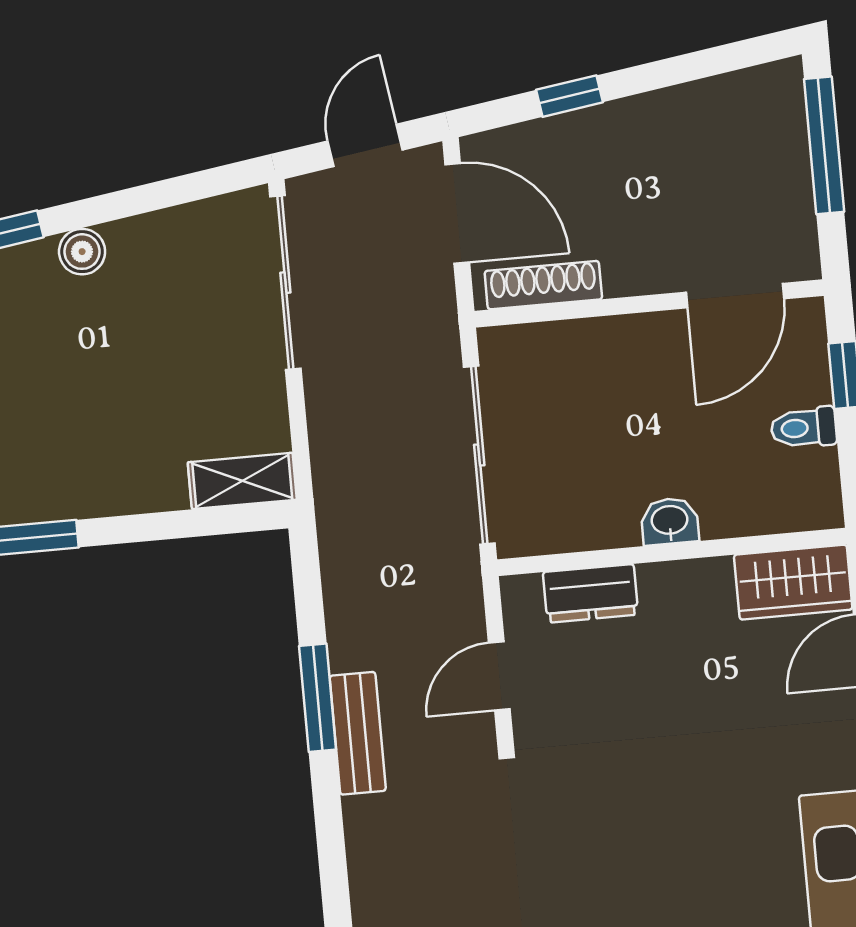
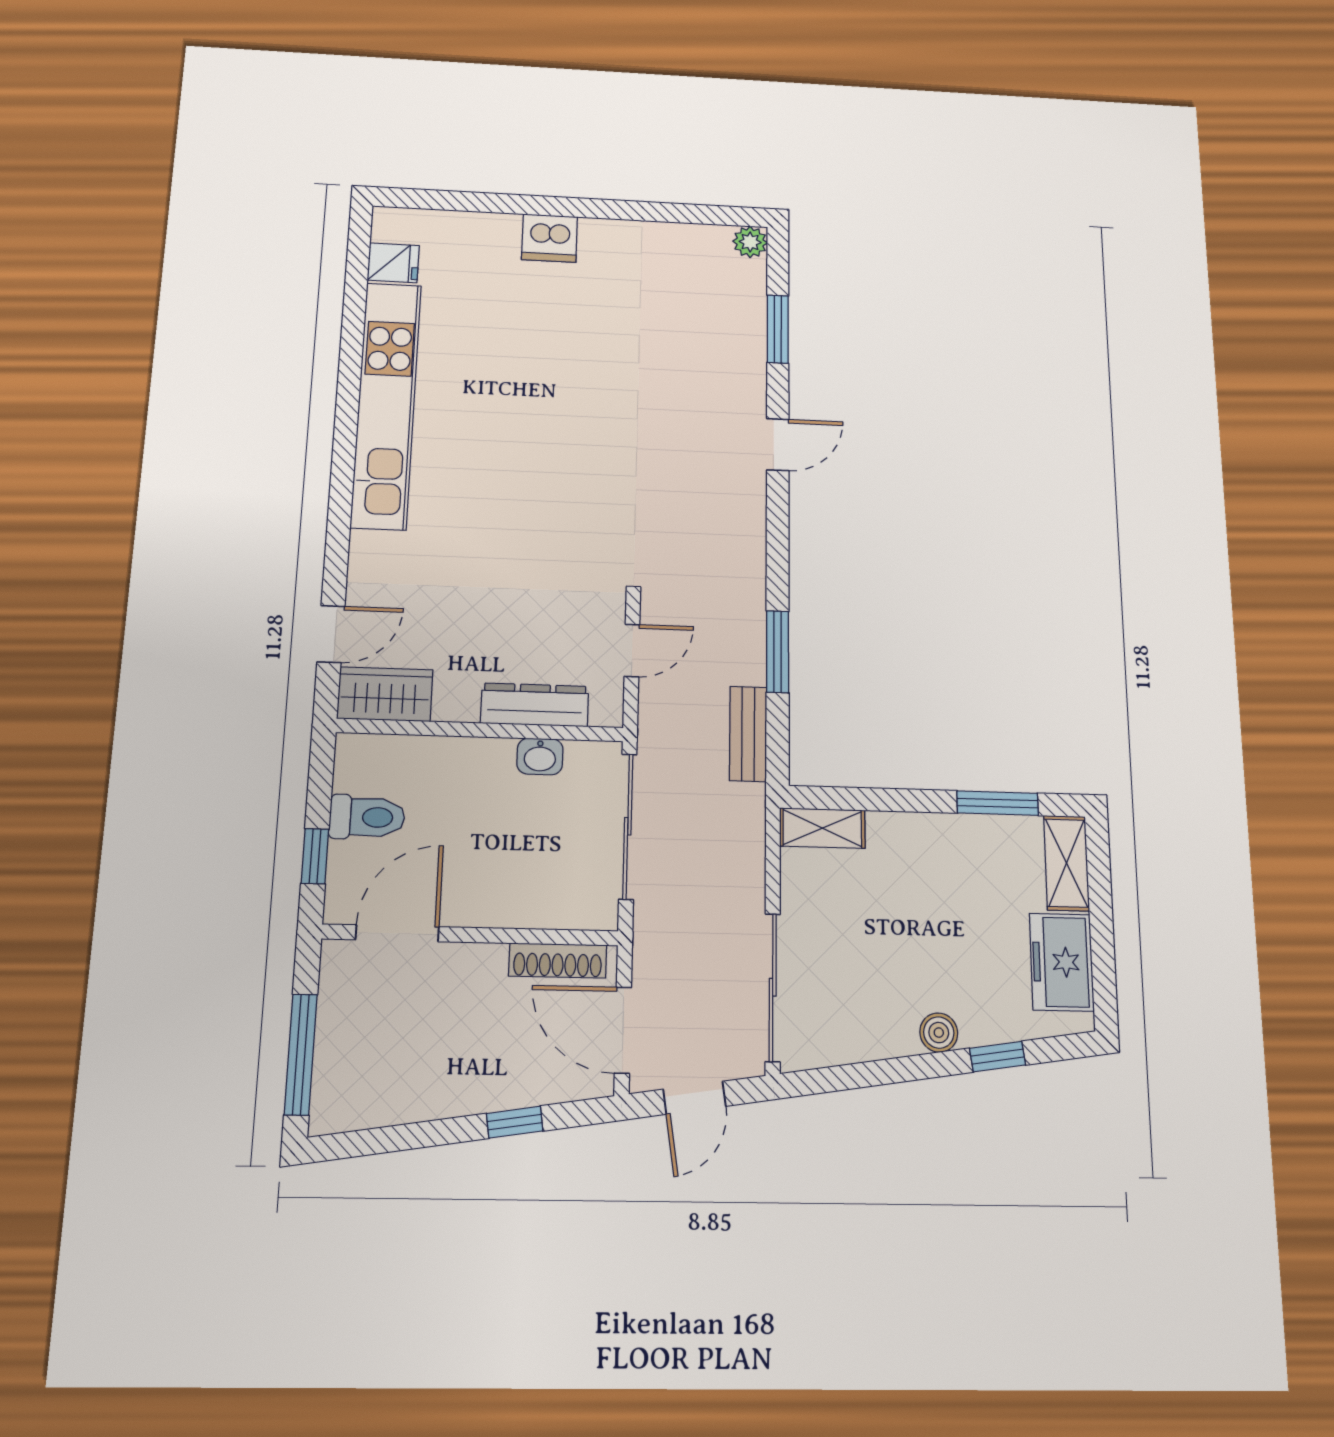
toilet: (804, 428) -> (367, 817), width x1.37, depth x1.39
washbasin: (670, 521) -> (540, 756), moved
dresser: (590, 593) -> (535, 705), width x1.44
bench: (358, 733) -> (748, 734), moved

